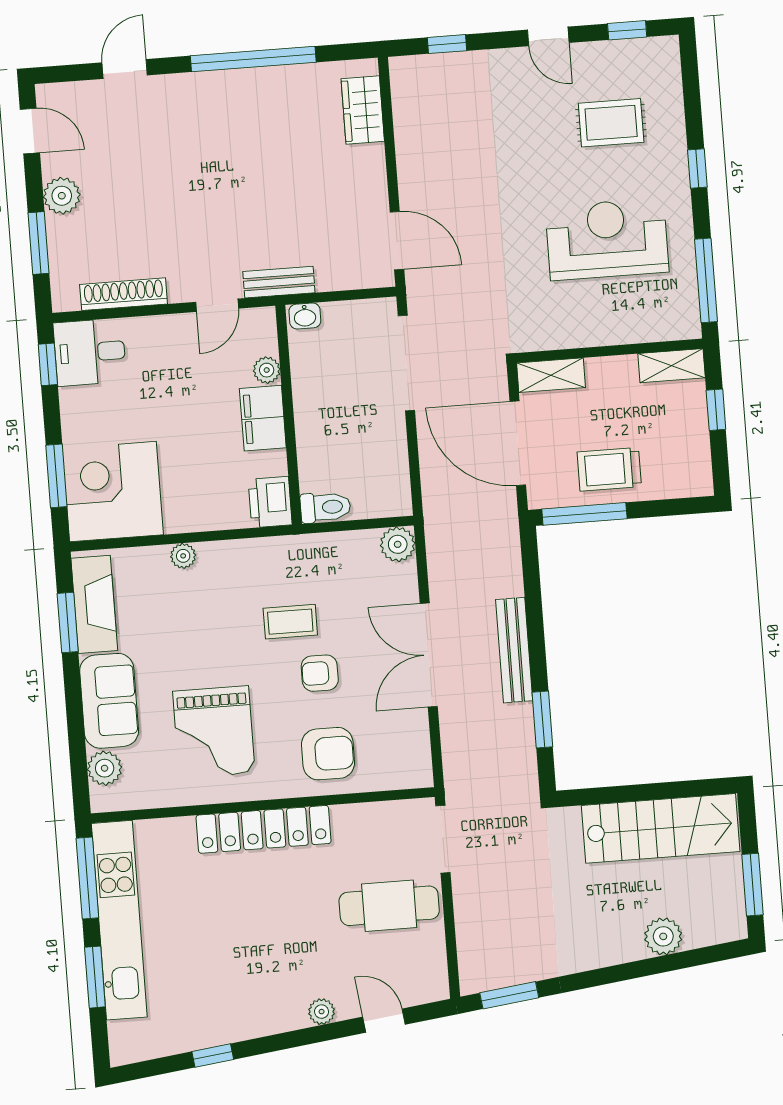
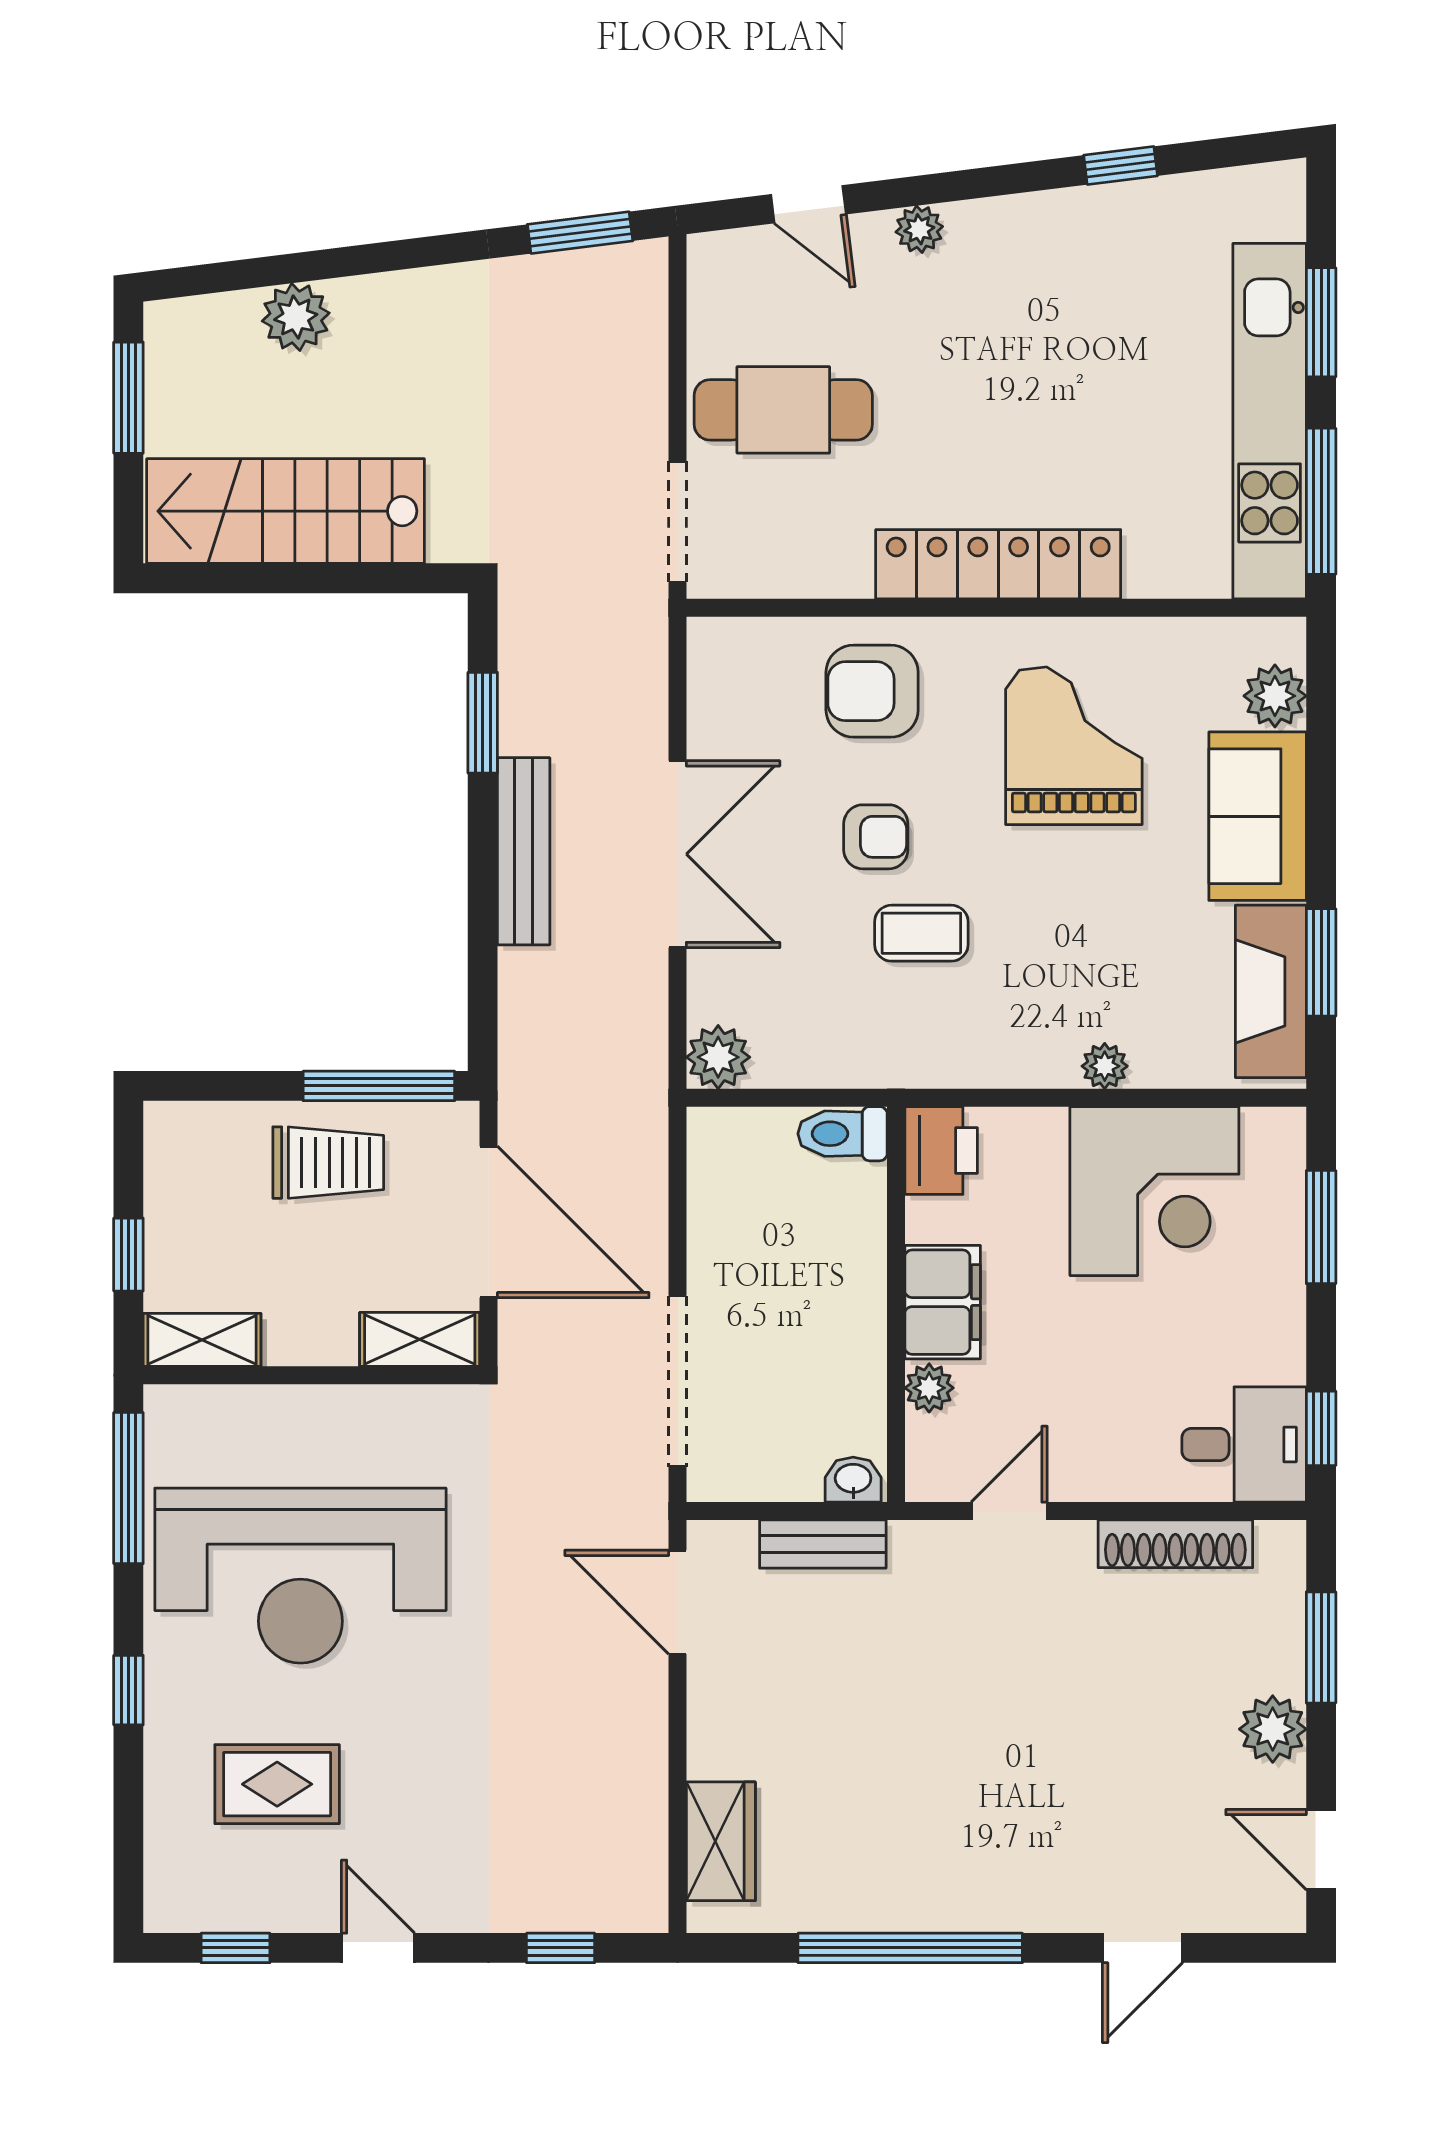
reception desk: (607, 239) -> (300, 1576), width x1.36, depth x1.30
bench: (279, 282) -> (823, 1544), moved
corner desk: (113, 492) -> (1154, 1191), moved

